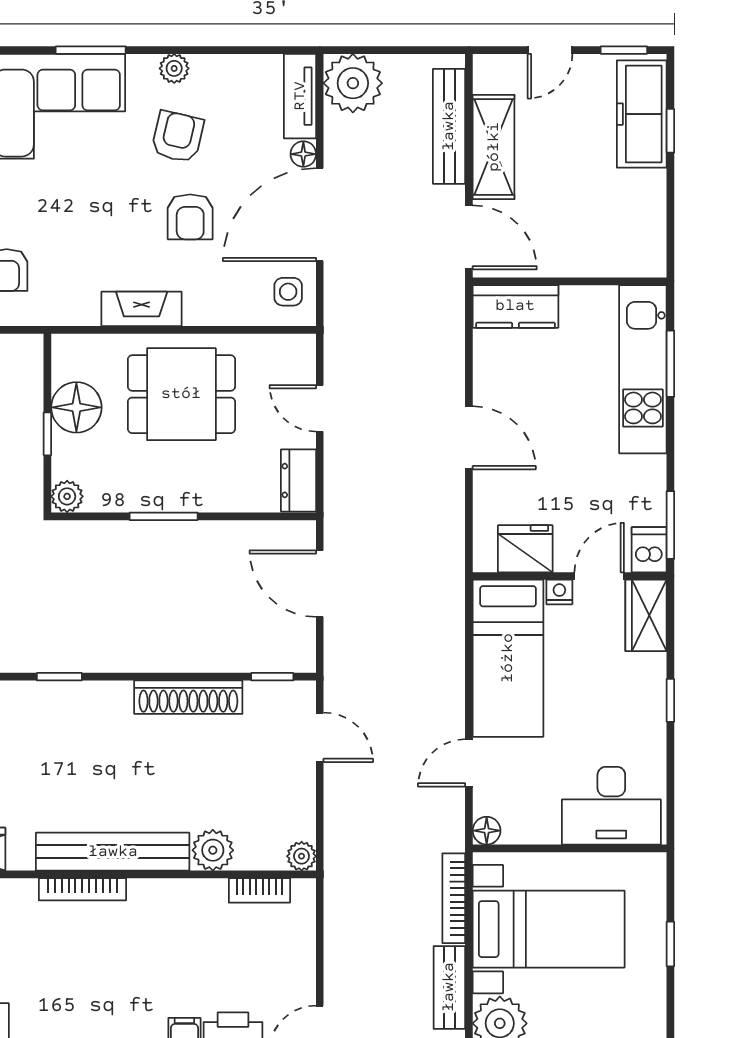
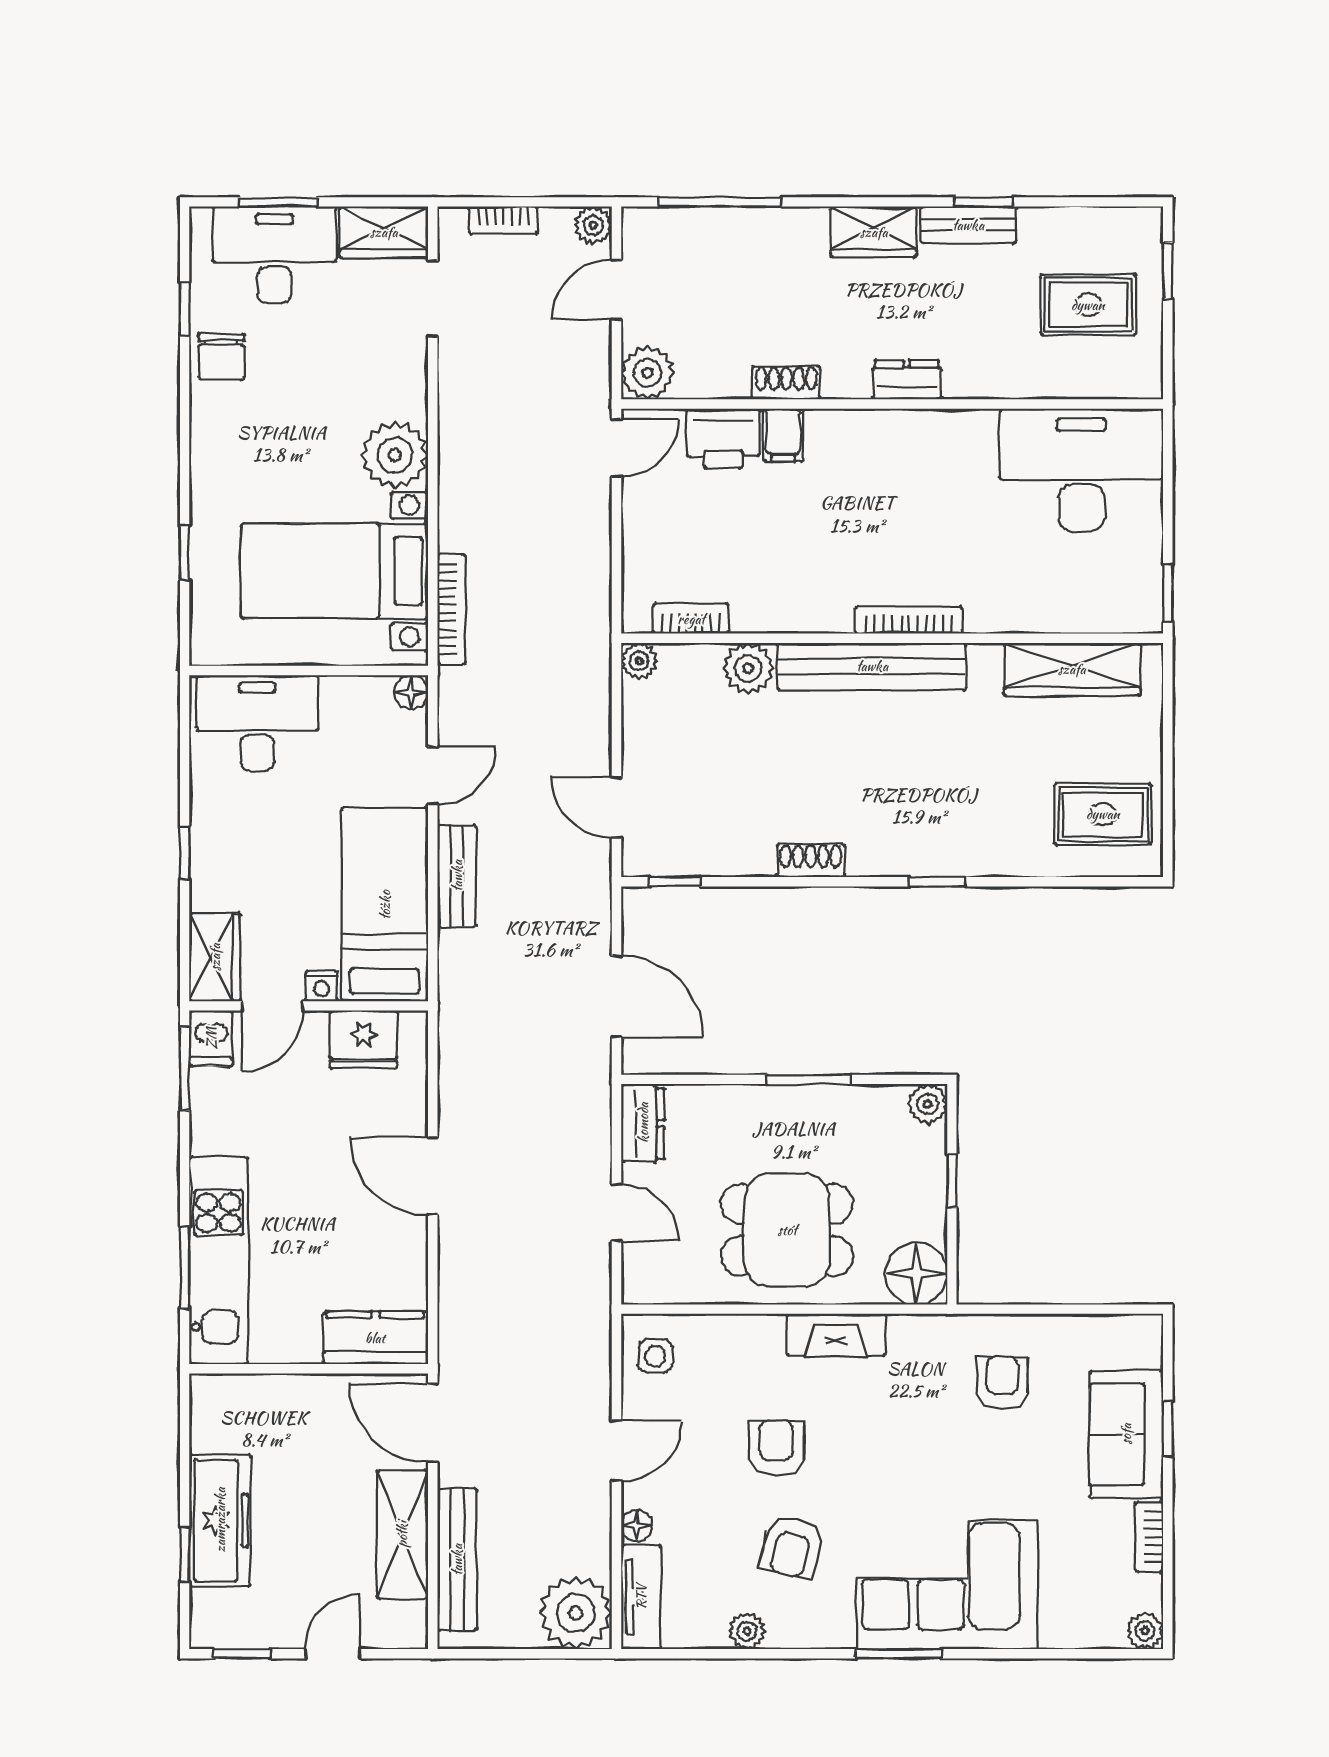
plant: (174, 68) -> (747, 1631), moved
freezer: (642, 114) -> (220, 1520), moved
door: (320, 215) -> (616, 1451), width x0.53
floor lamp: (76, 407) -> (916, 1273), moved
shoe rack: (188, 697) -> (811, 861), width x0.51, depth x0.81
bench: (449, 987) -> (457, 876), moved

